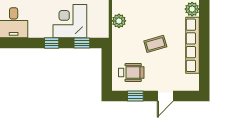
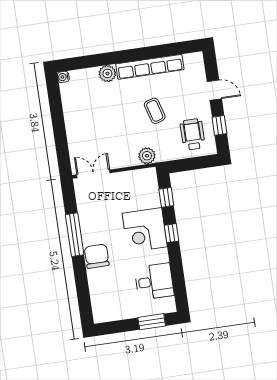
corner desk: (70, 21) -> (145, 230), moved
plant: (119, 21) -> (147, 156), moved

